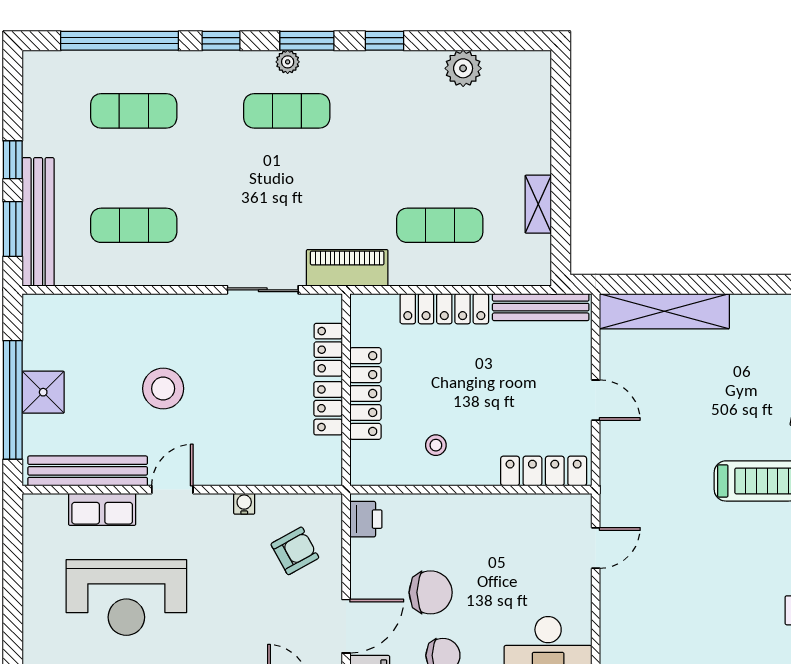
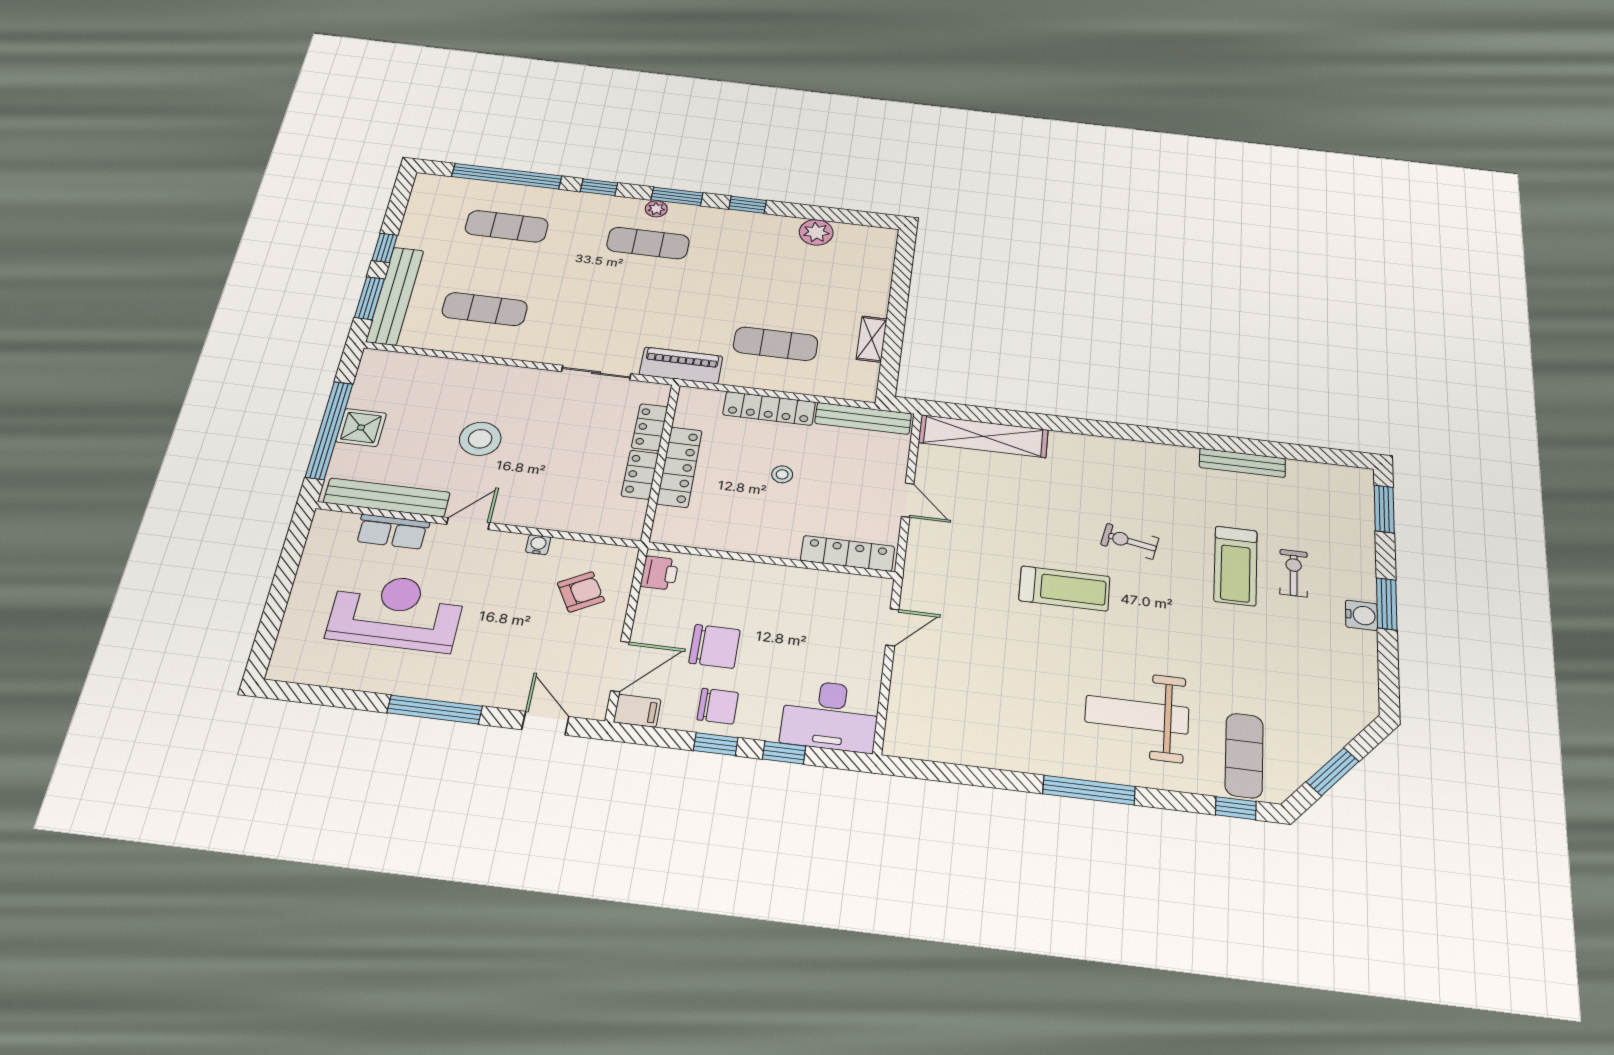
stool: (436, 445) -> (782, 474), moved
reception desk: (126, 597) -> (396, 612), turned 180

